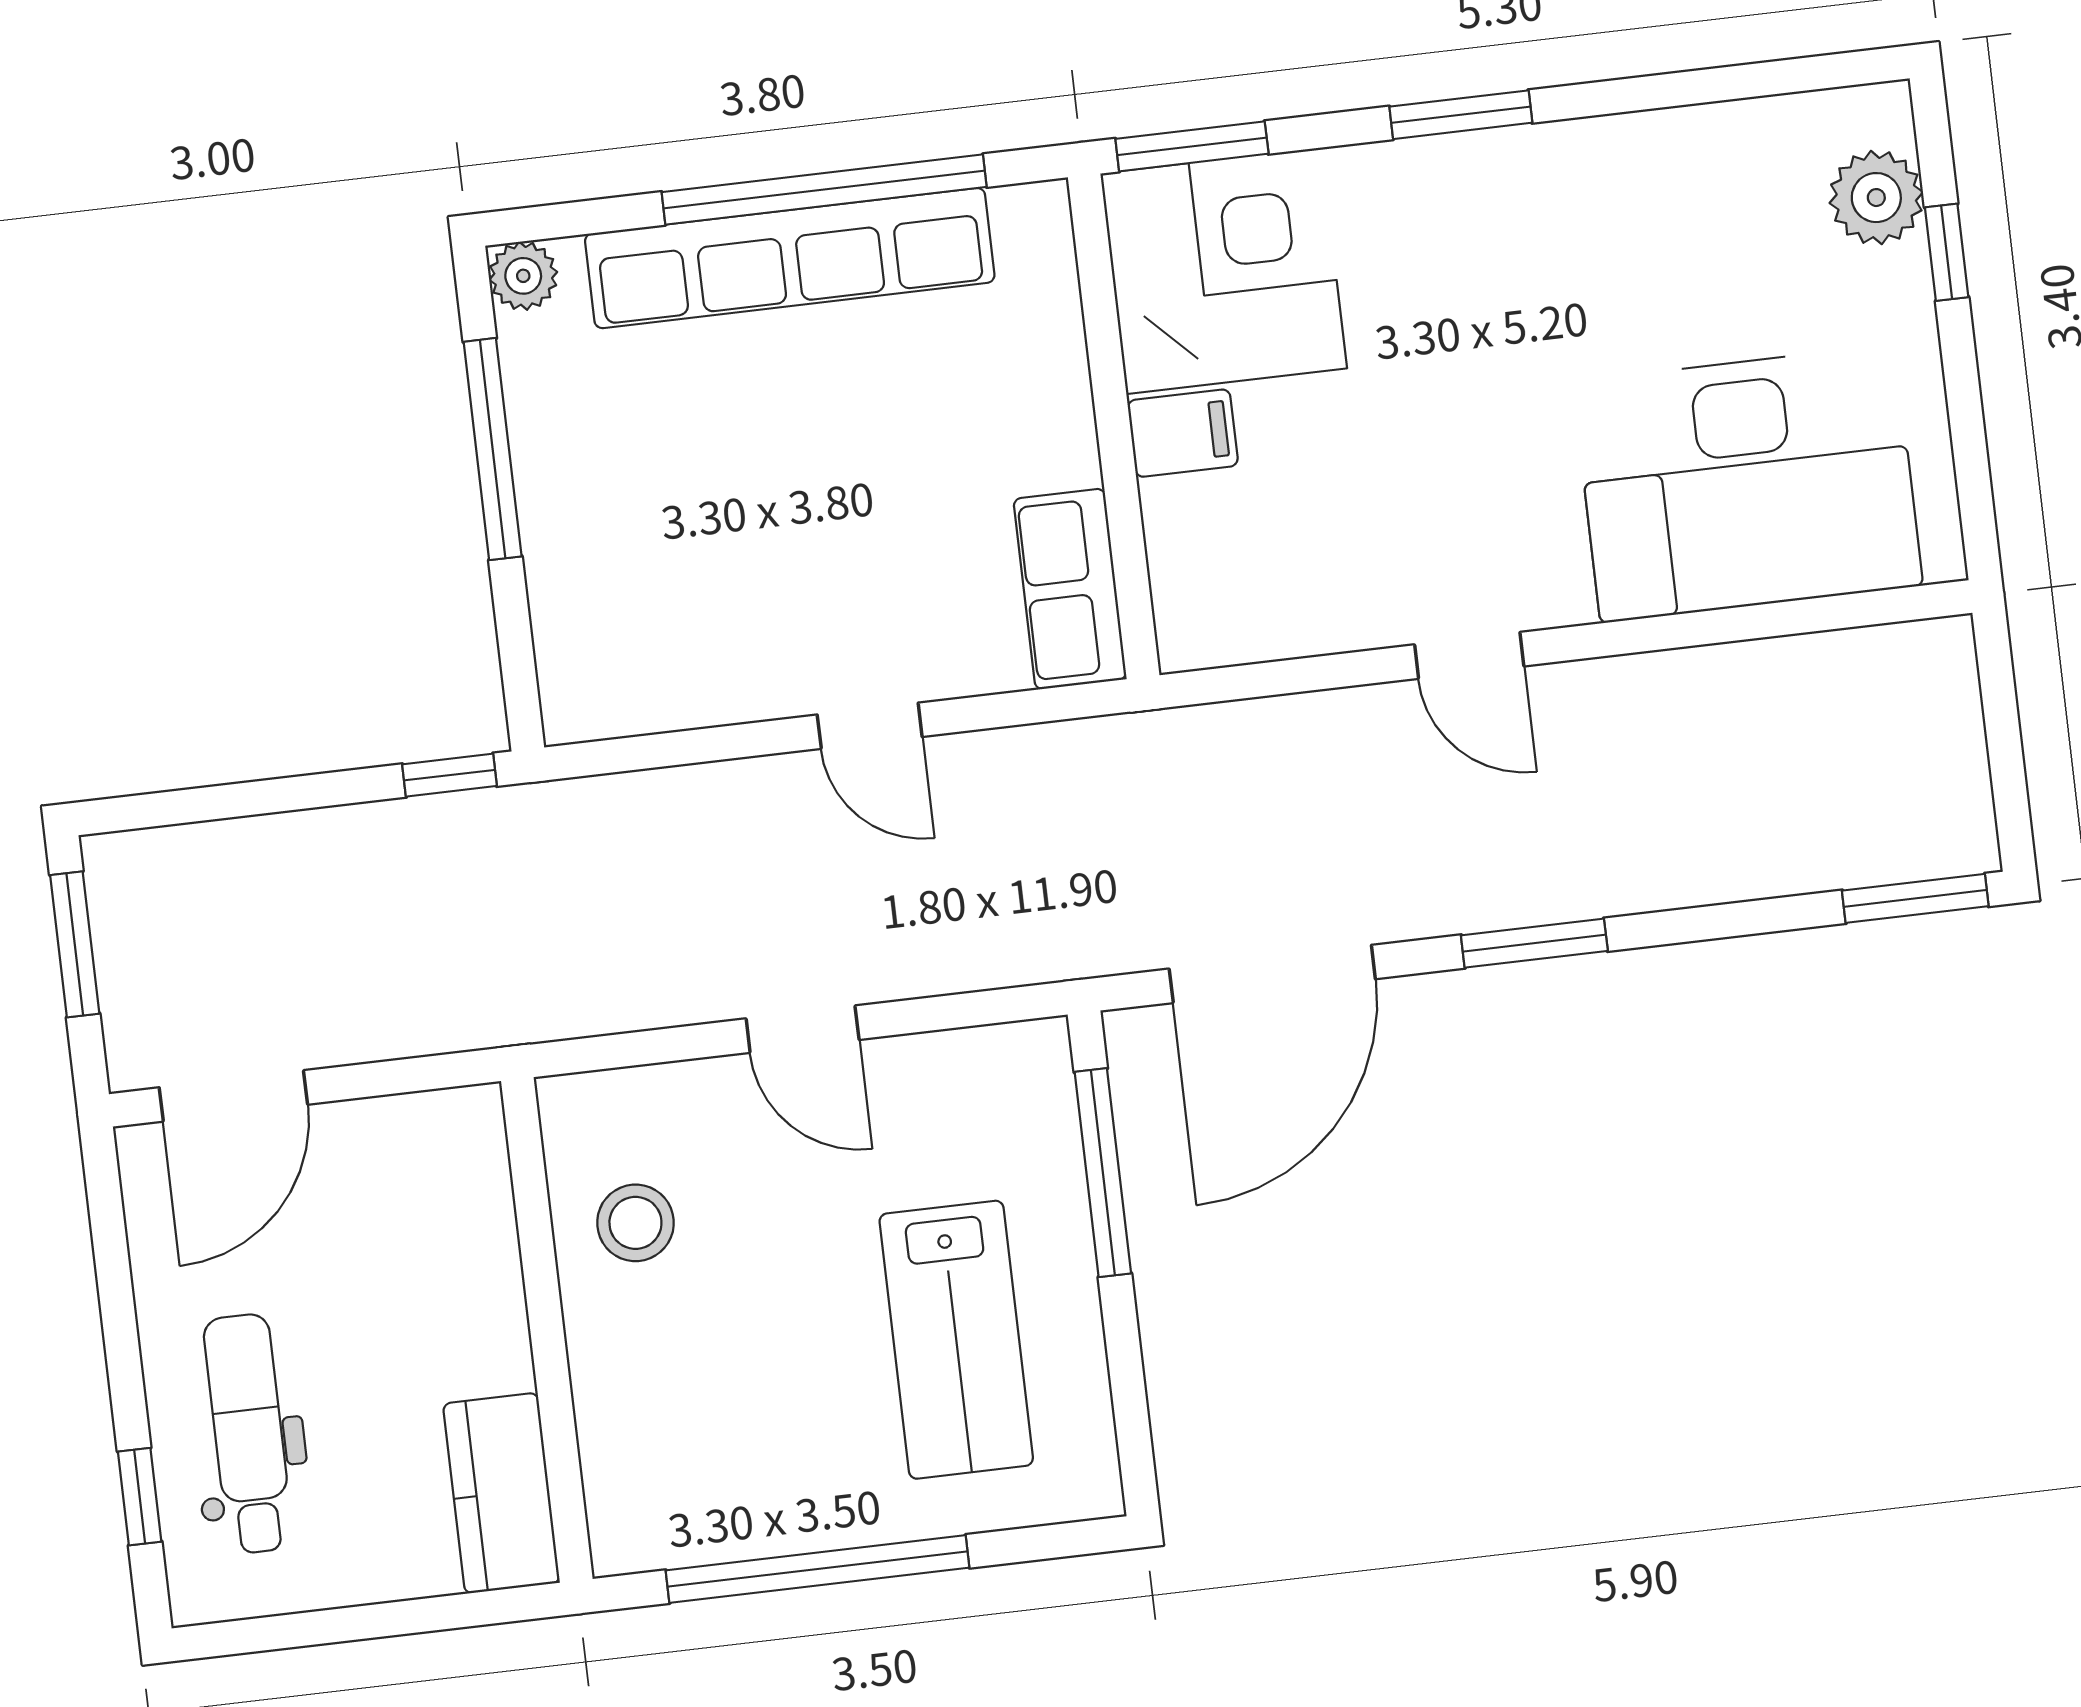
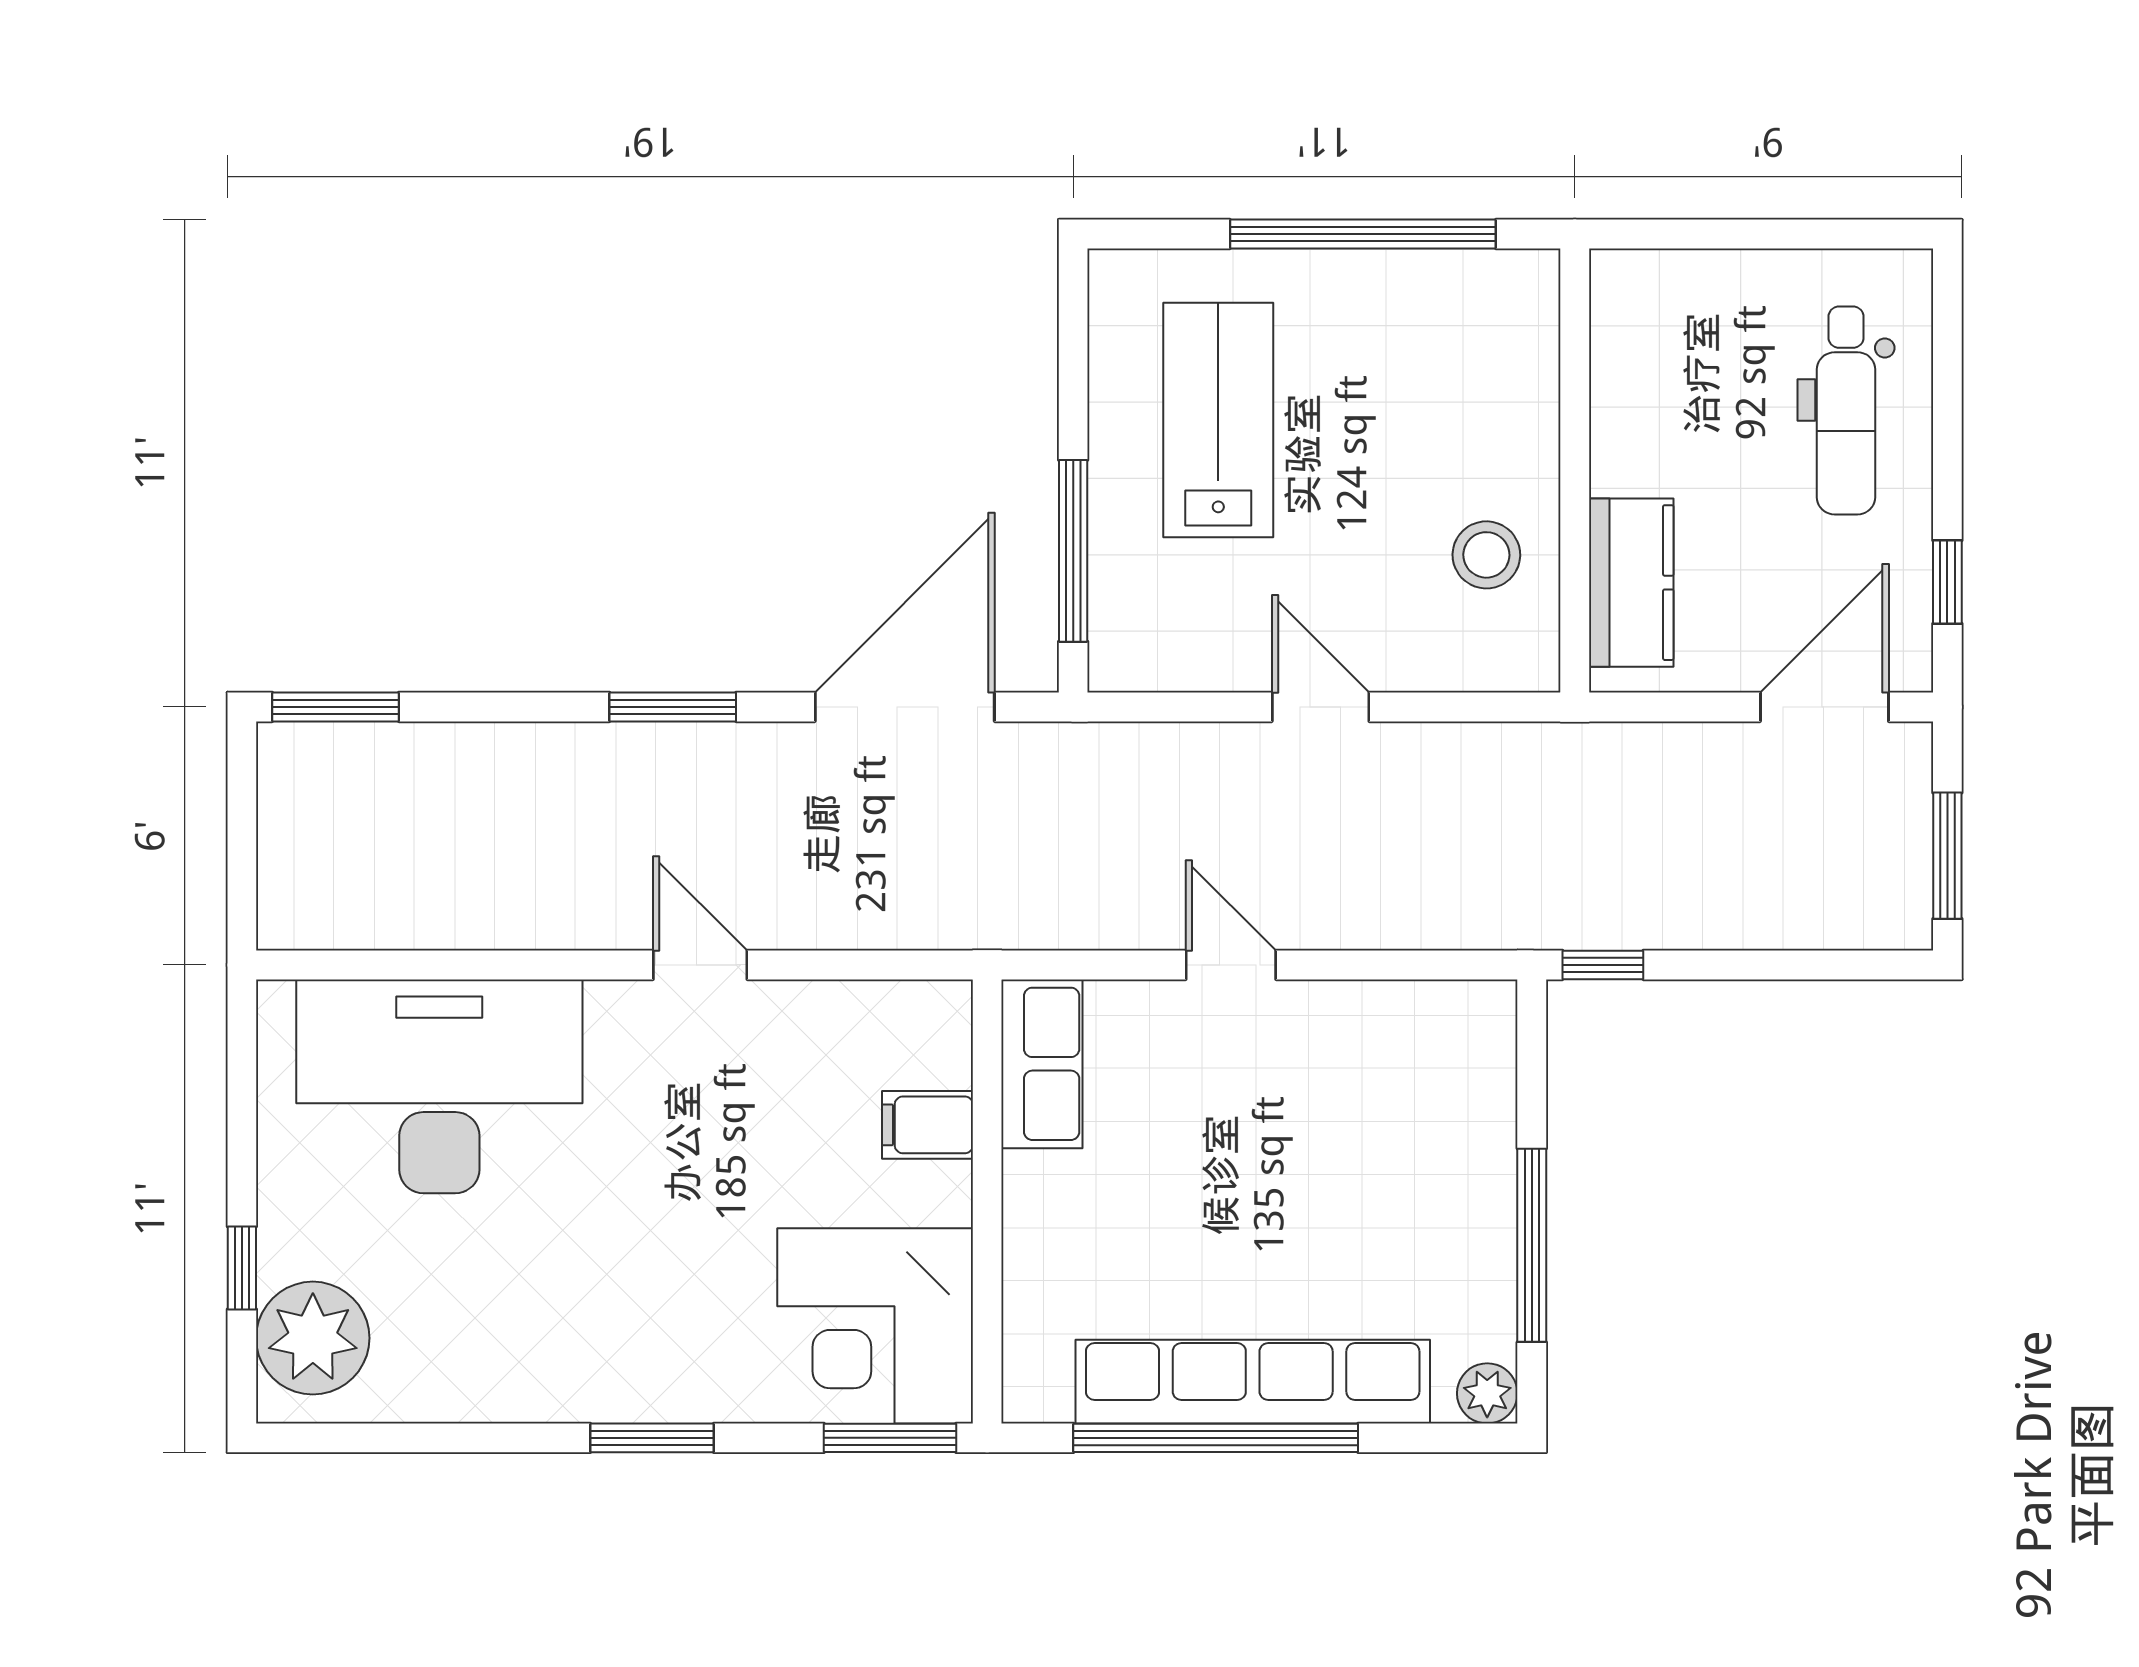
plant: (1876, 198) -> (313, 1338), width x1.36, depth x1.36
filing cabinet: (1183, 433) -> (927, 1125), moved
kitchen counter: (501, 1493) -> (1631, 583), moved
window: (140, 1497) -> (1947, 582), moved

